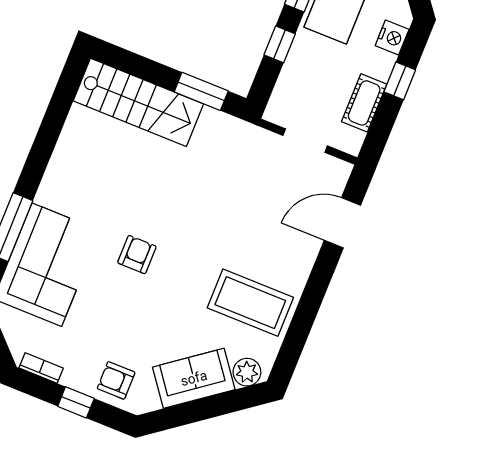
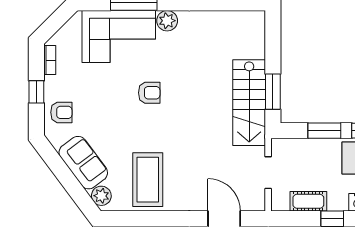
window: (280, 44) -> (324, 131), width x1.50
stairs: (138, 102) -> (249, 103), moved
plant: (52, 193) -> (167, 21), added
armchair: (116, 380) -> (61, 112), turned 90

